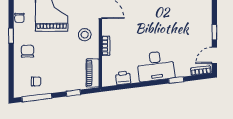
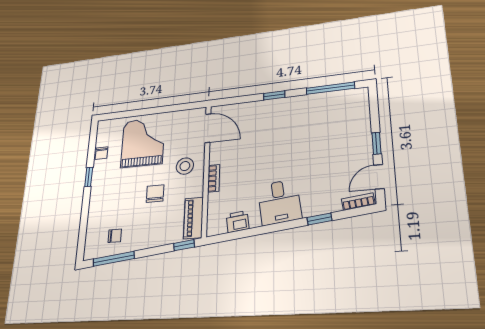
chair: (27, 51) -> (155, 194), moved
desk: (156, 66) -> (279, 202), width x0.73
window: (73, 93) -> (184, 245), moved

